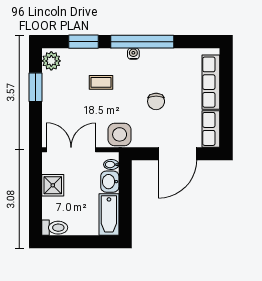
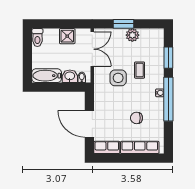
plant: (51, 61) -> (132, 35), moved
window: (36, 87) -> (123, 24), moved
chair: (156, 101) -> (137, 118), moved
side table: (120, 134) -> (118, 78), moved

